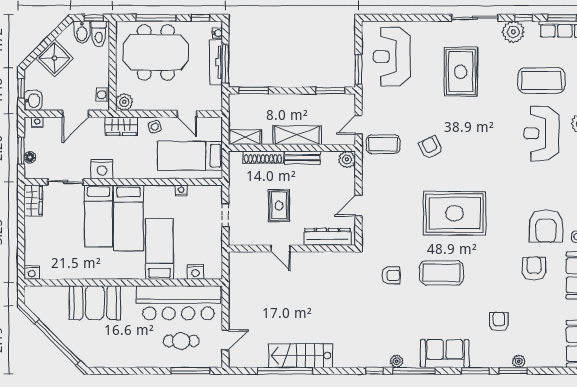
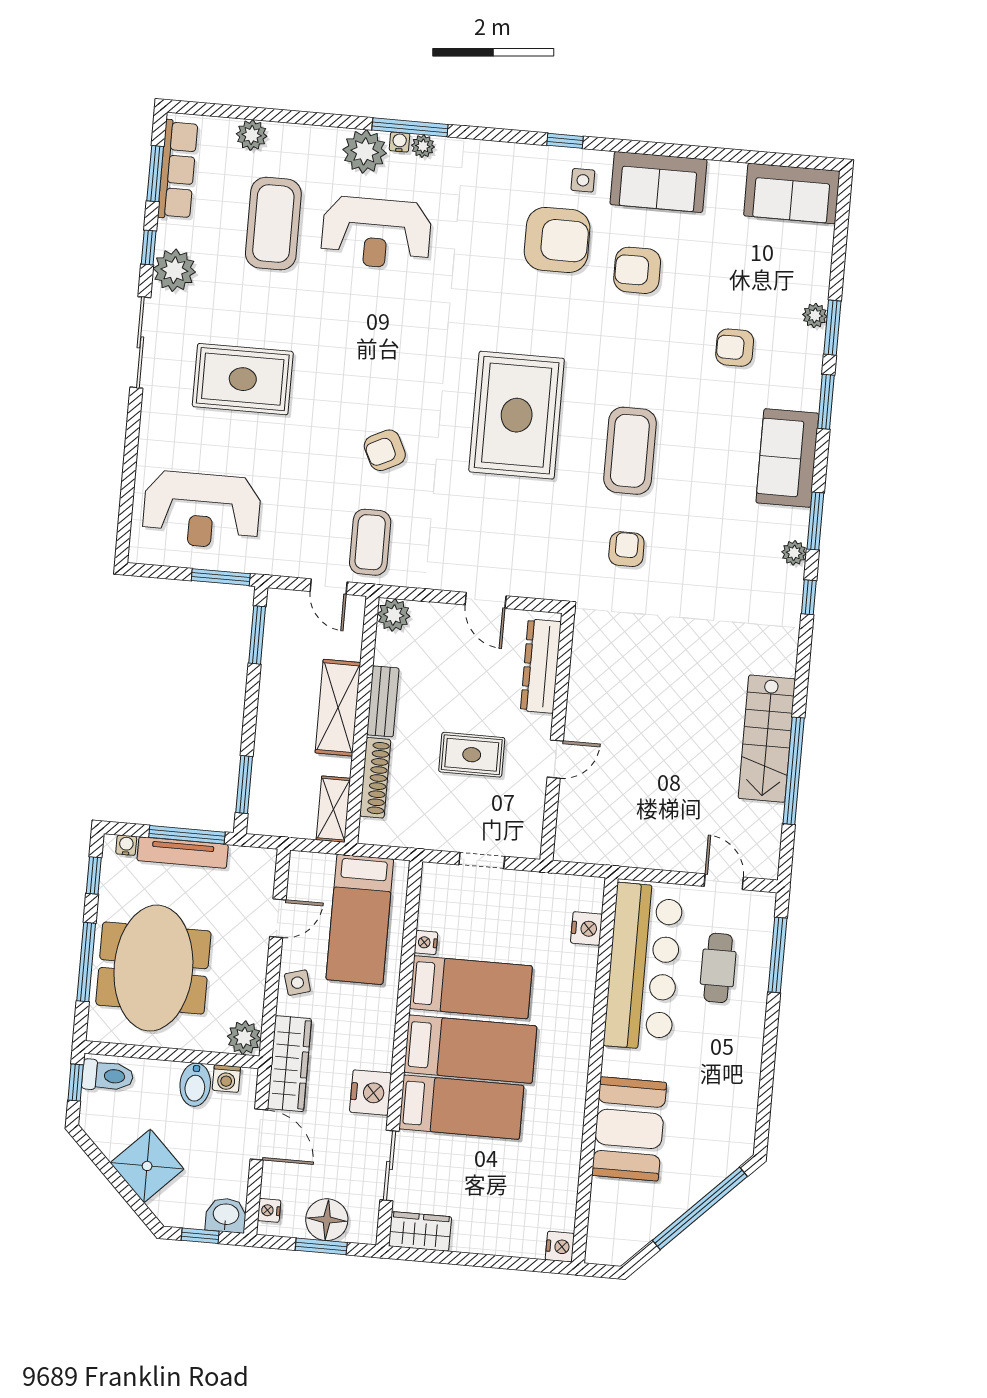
bidet: (82, 32) -> (195, 1085), moved, turned 90
wardrobe: (121, 126) -> (289, 1064), width x1.50
floor lamp: (30, 157) -> (327, 1220), width x1.89, depth x1.89
bed: (159, 249) -> (471, 987), moved, turned 180
window: (414, 371) -> (815, 521), width x0.69

